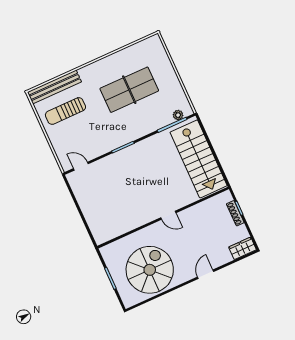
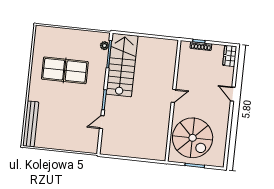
table tennis table: (129, 90) -> (65, 70), turned 90
sun lounger: (65, 111) -> (53, 126), removed
stairs: (199, 159) -> (122, 65), moved, turned -90
door: (81, 166) -> (102, 122), moved
spiral stairs: (150, 270) -> (193, 138), moved, turned 180

